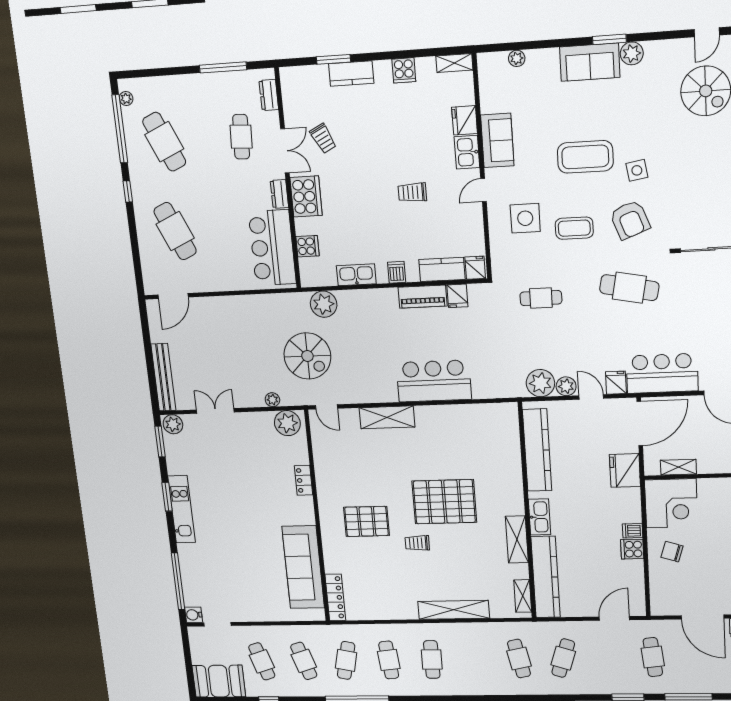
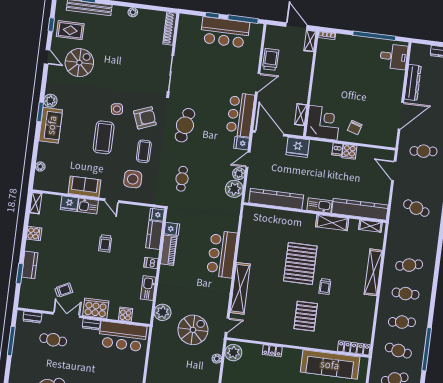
shelving: (387, 417) -> (240, 288), width x1.47
cafe table: (519, 659) -> (409, 265), moved

